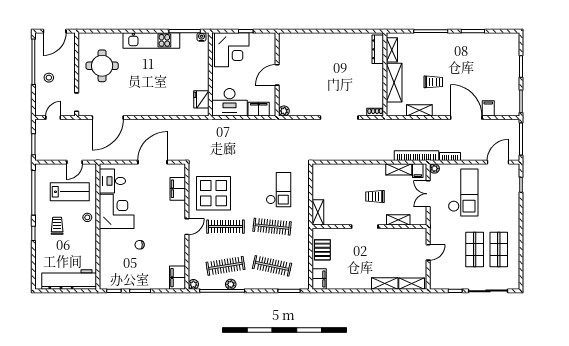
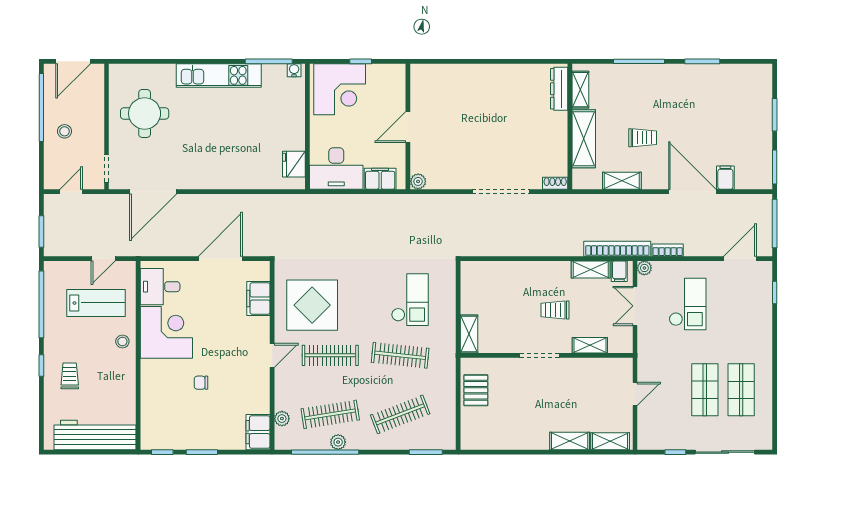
checkout: (463, 192) -> (688, 304), width x0.73, depth x0.83
trolley: (57, 226) -> (70, 376), moved
clothes rail: (272, 266) -> (400, 414), turned -33
filing cabinet: (319, 279) -> (471, 434), removed
plant: (193, 284) -> (282, 419), moved

